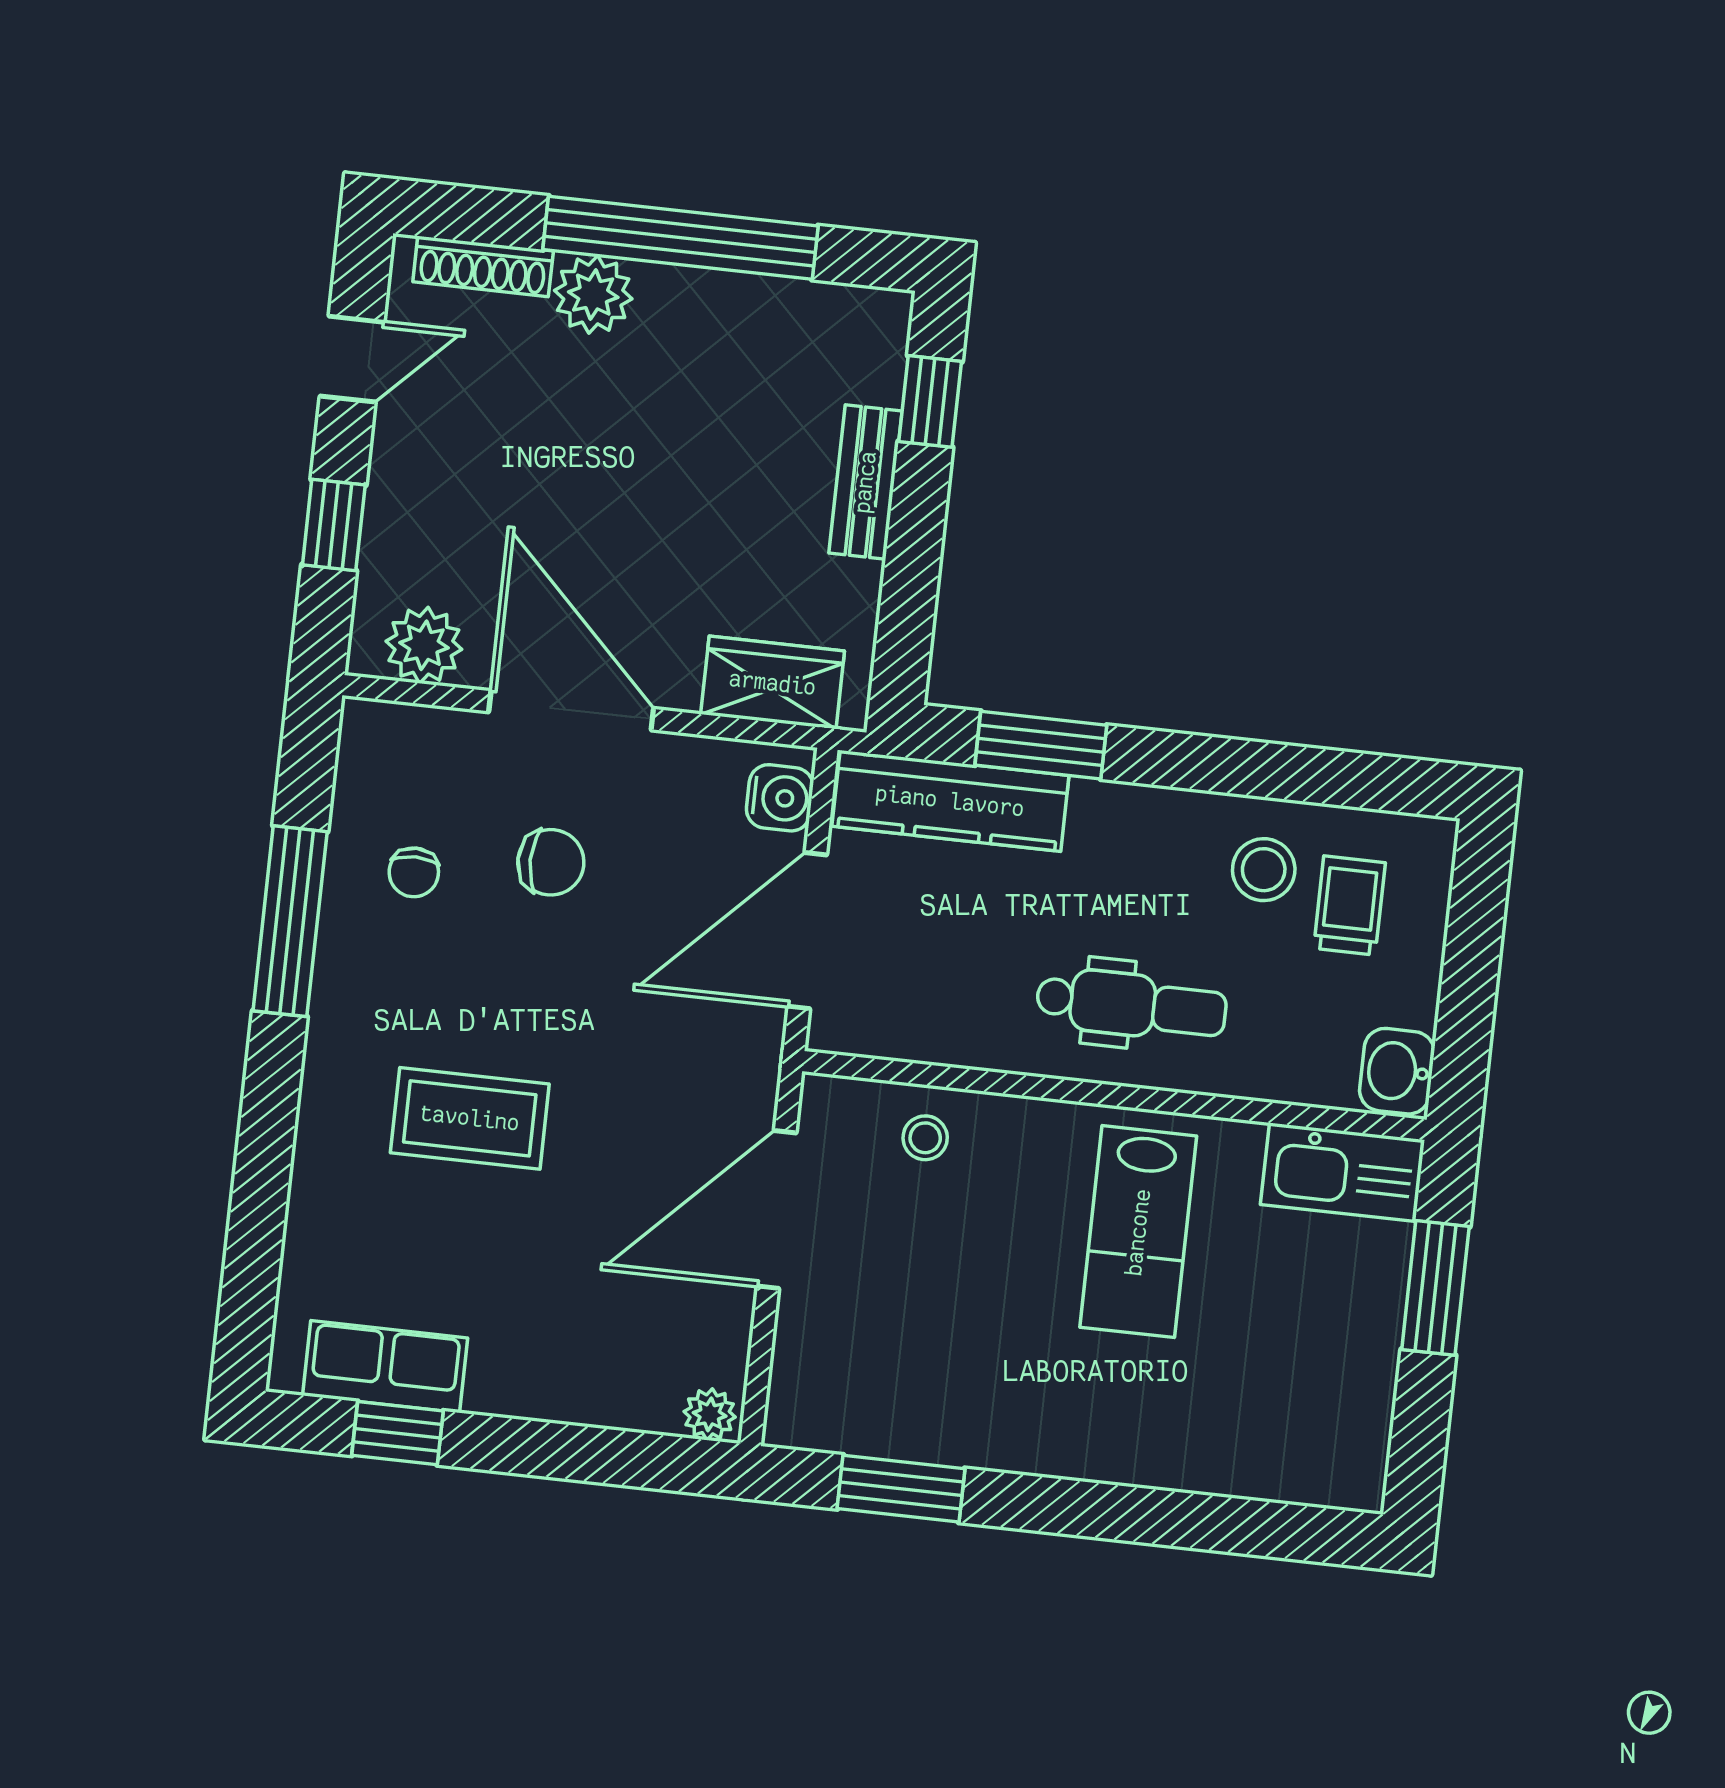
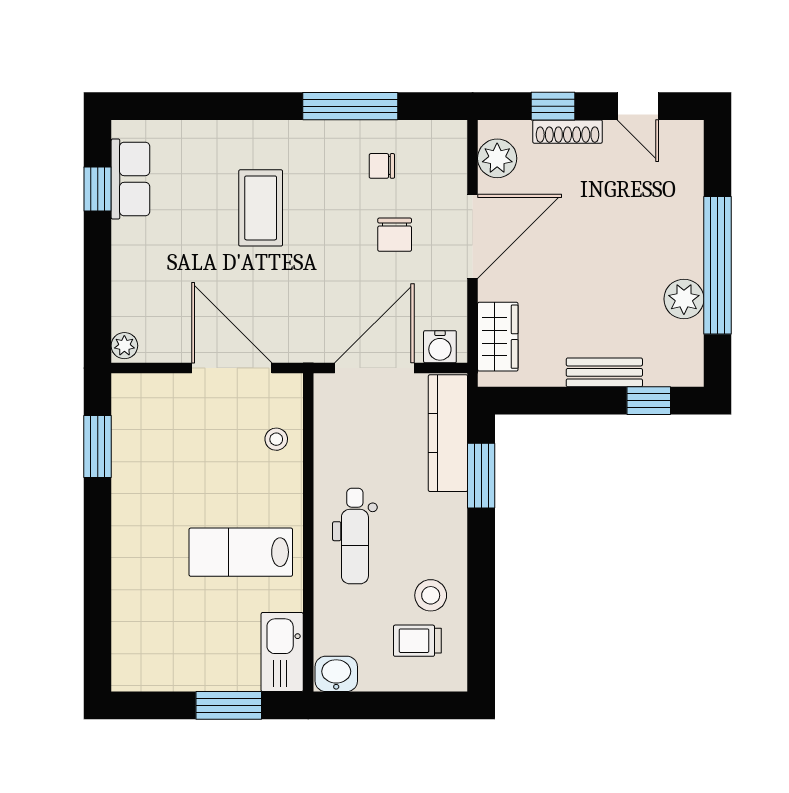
shoe rack: (483, 266) -> (568, 132), moved, turned -90
plant: (593, 295) -> (684, 299), moved
trolley: (1349, 905) -> (417, 641), turned 180
door: (807, 931) -> (374, 368), hinge flipped

